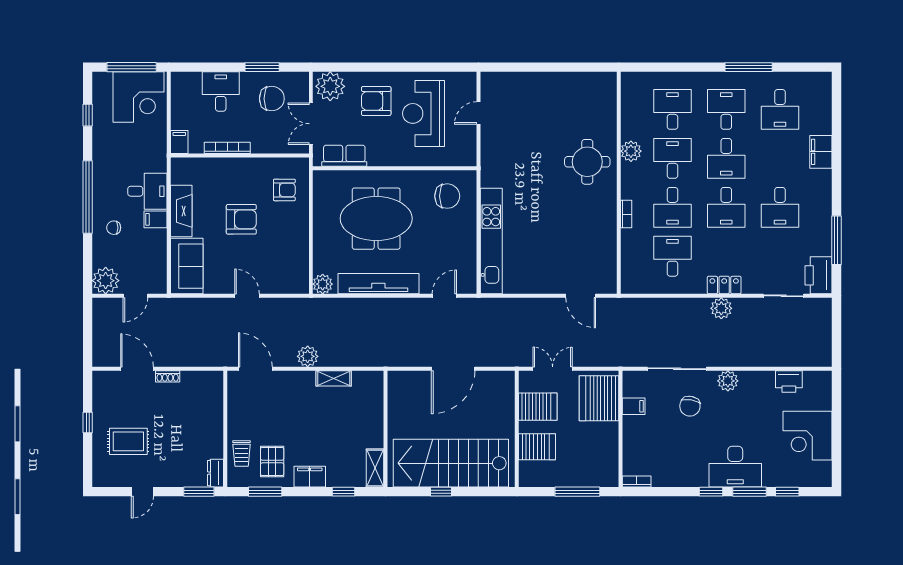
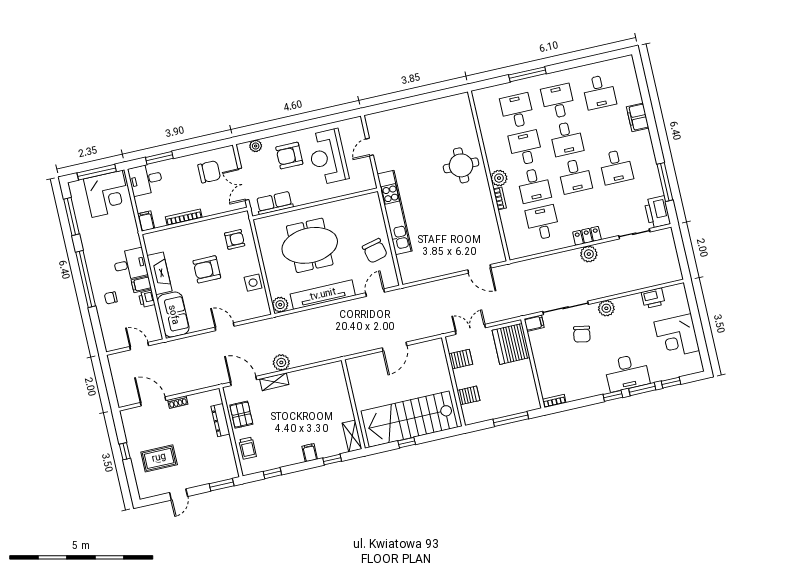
window: (262, 67) -> (159, 158), moved
window: (749, 67) -> (527, 74), moved
plant: (330, 86) -> (256, 146), width x0.53, depth x0.53
desk: (221, 92) -> (146, 179), moved, turned -90
window: (88, 115) -> (71, 216), width x2.17
plant: (631, 151) -> (499, 178), moved
chair: (447, 196) -> (375, 251), moved, turned 76
armchair: (241, 219) -> (207, 269), turned 180
printer: (158, 239) -> (147, 299), added
kitchen unit: (491, 241) -> (395, 212), moved
side table: (295, 249) -> (253, 283), added
plant: (106, 281) -> (114, 340), removed
door: (135, 296) -> (139, 346), swing flipped
door: (453, 369) -> (395, 347), width x0.73
shelving: (334, 378) -> (274, 382), moved
filing cabinet: (634, 406) -> (534, 323), moved
server rack: (538, 407) -> (461, 359), width x0.73, depth x0.70
server rack: (537, 447) -> (468, 395), width x0.73, depth x0.70
pallet: (272, 462) -> (241, 415), moved
dresser: (216, 473) -> (220, 420), moved, width x1.44
filing cabinet: (310, 477) -> (310, 453), width x0.50
window: (265, 492) -> (272, 473), width x0.67

